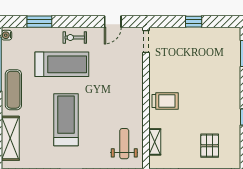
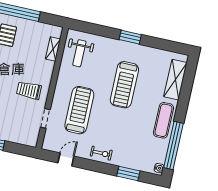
doorway: (146, 42) -> (45, 118), moved
treadmill: (62, 64) -> (79, 110), moved, turned 90
trolley: (165, 101) -> (29, 90), moved

